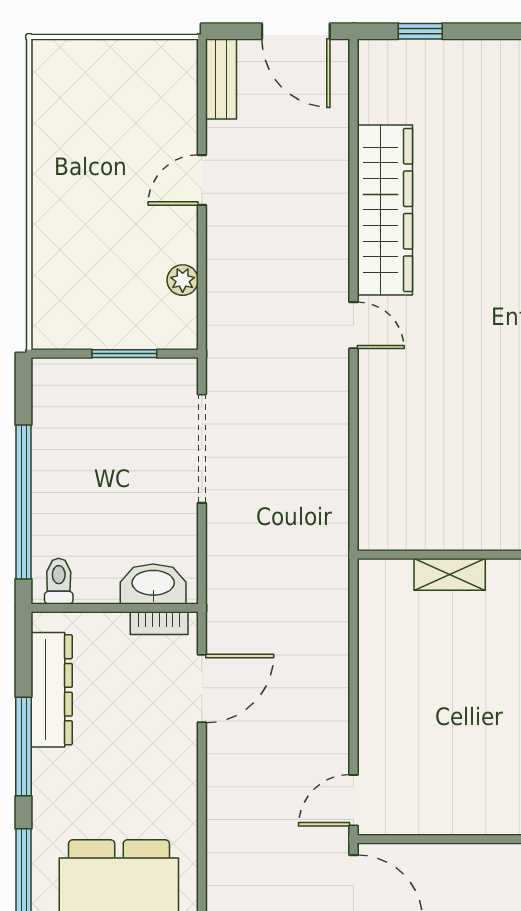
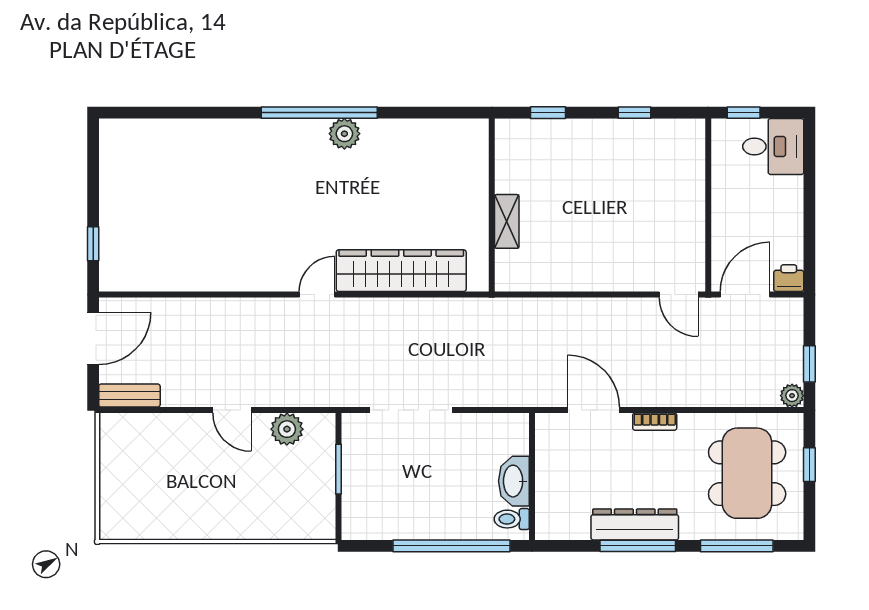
door: (202, 180) -> (232, 410), moved
wardrobe: (385, 210) -> (401, 271), moved
plant: (183, 280) -> (287, 429), width x1.38, depth x1.38
washbasin: (153, 584) -> (514, 481), moved
bookcase: (159, 623) -> (655, 422), moved, turned 90
dresser: (52, 690) -> (635, 524), moved

